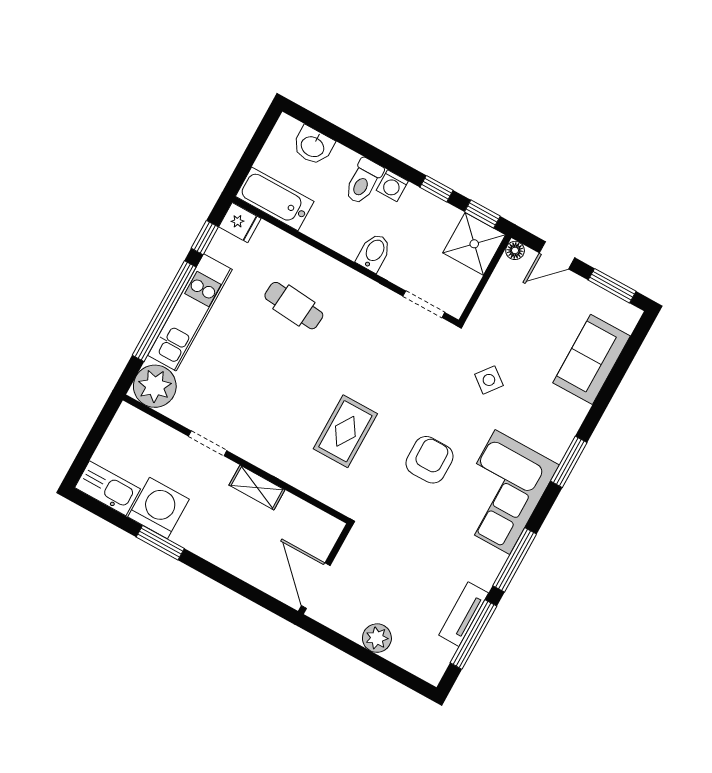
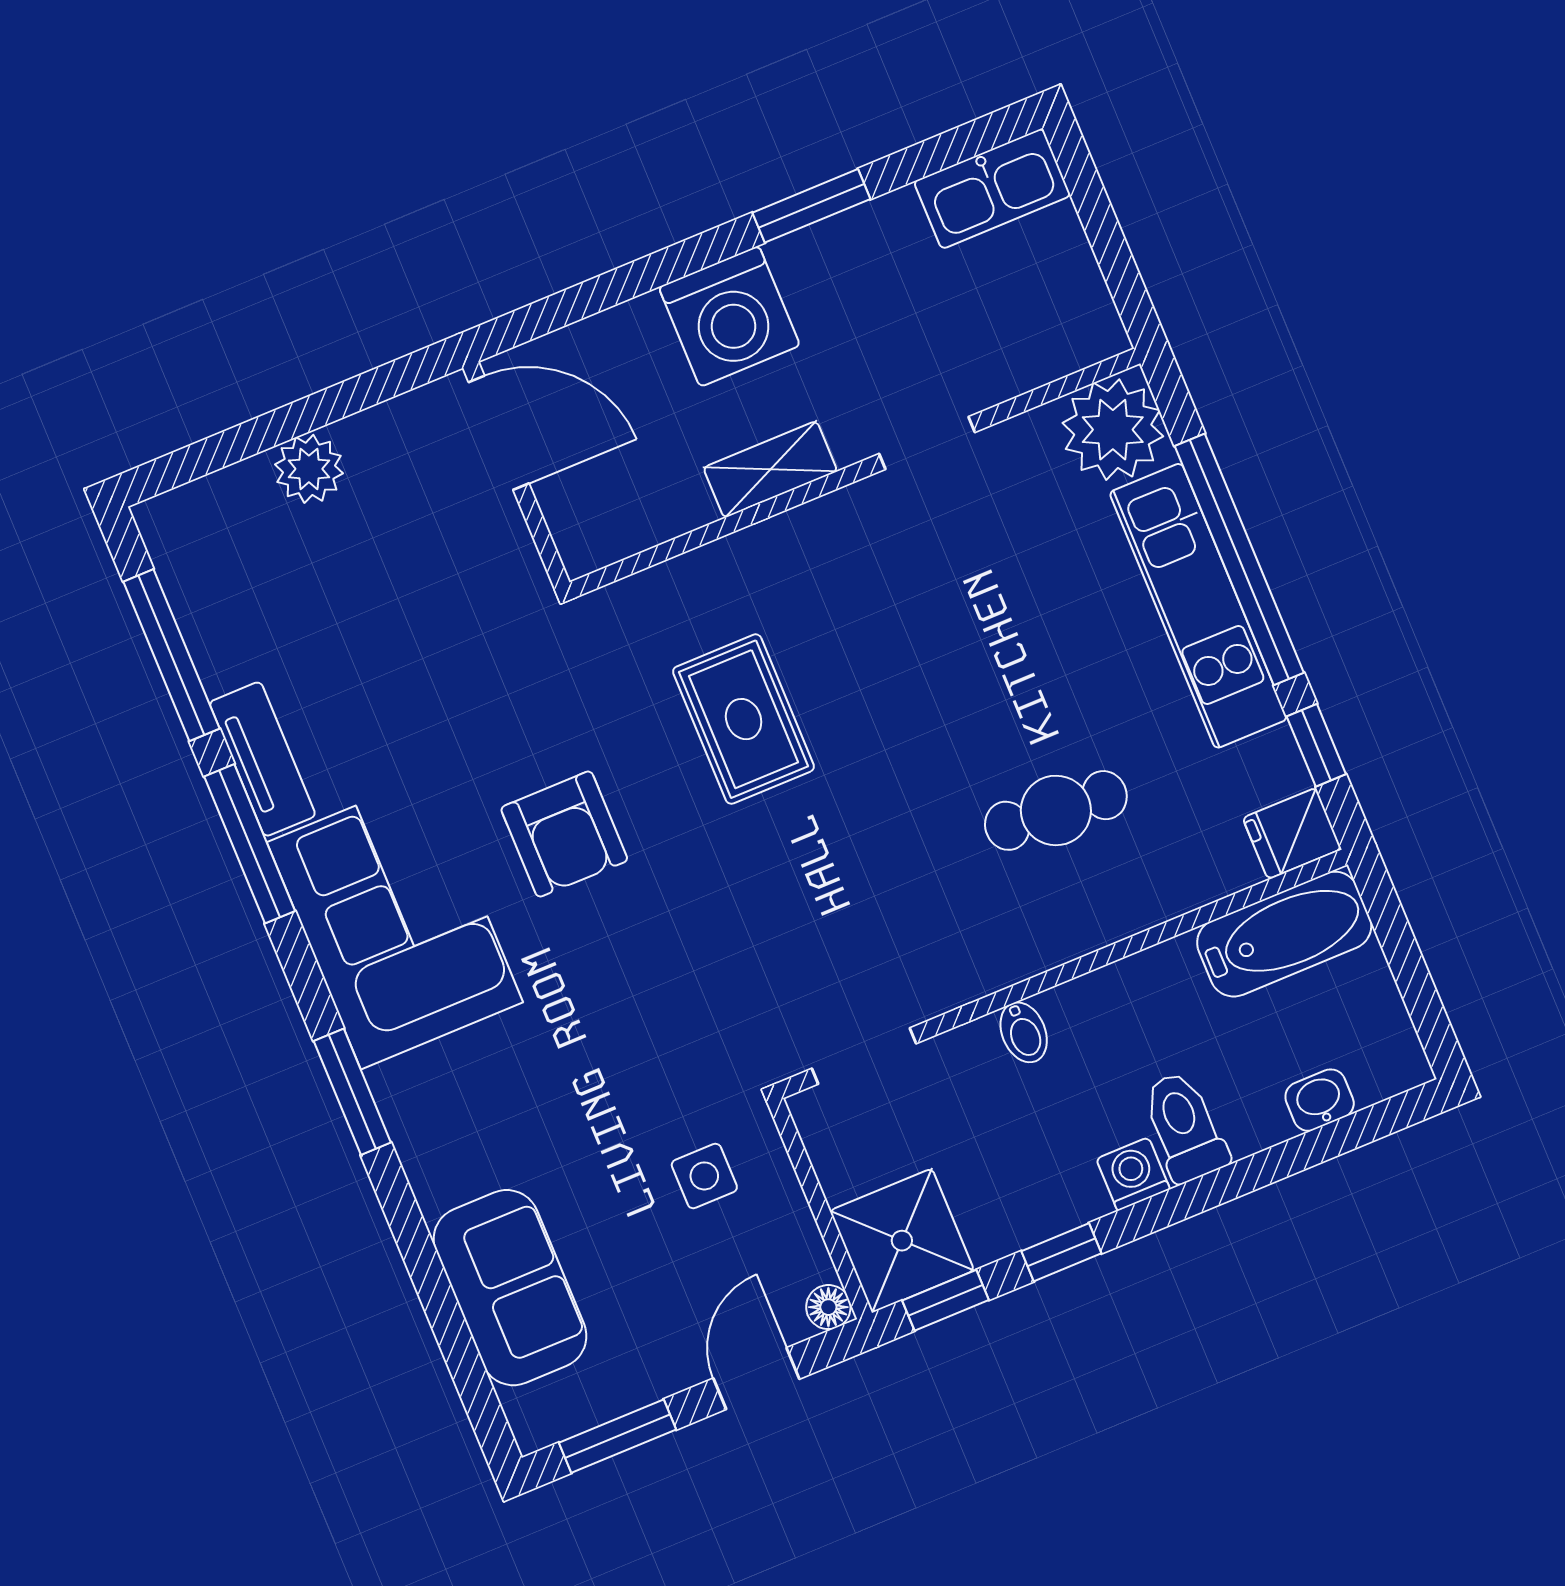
washbasin: (313, 146) -> (1320, 1100), width x0.72, depth x0.69
bidet: (374, 253) -> (1024, 1032), width x0.72, depth x0.74
side table: (489, 380) -> (704, 1176), moved, turned -38
washing machine: (158, 508) -> (729, 316), moved
tv unit: (464, 614) -> (262, 759), moved

